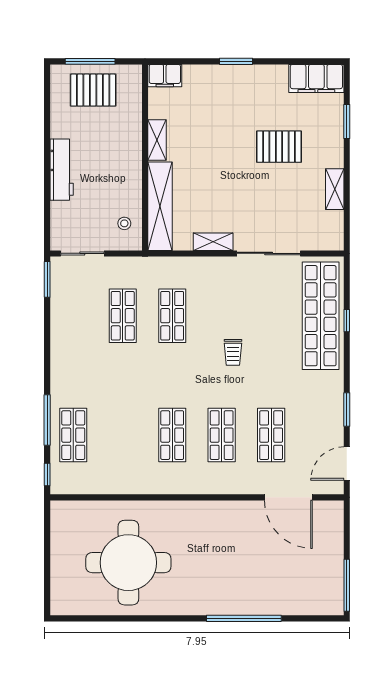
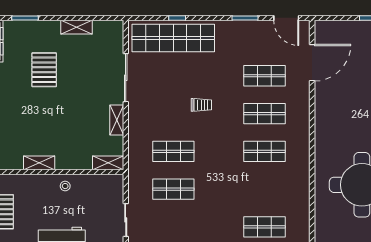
shelving: (160, 206) -> (108, 163), width x0.45, depth x0.75
stool: (124, 223) -> (65, 186), moved

